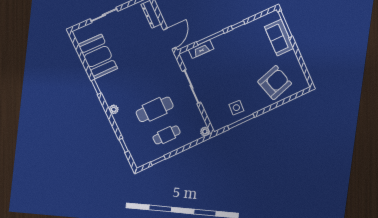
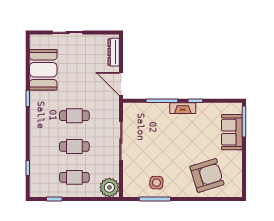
door: (170, 39) -> (121, 84), swing flipped
fireplace: (201, 49) -> (183, 108), moved
cafe table: (143, 83) -> (74, 116), added
plant: (114, 109) -> (35, 128), removed
cafe table: (155, 109) -> (74, 147), width x0.73, depth x0.74
plant: (205, 132) -> (109, 187), width x1.87, depth x1.87

